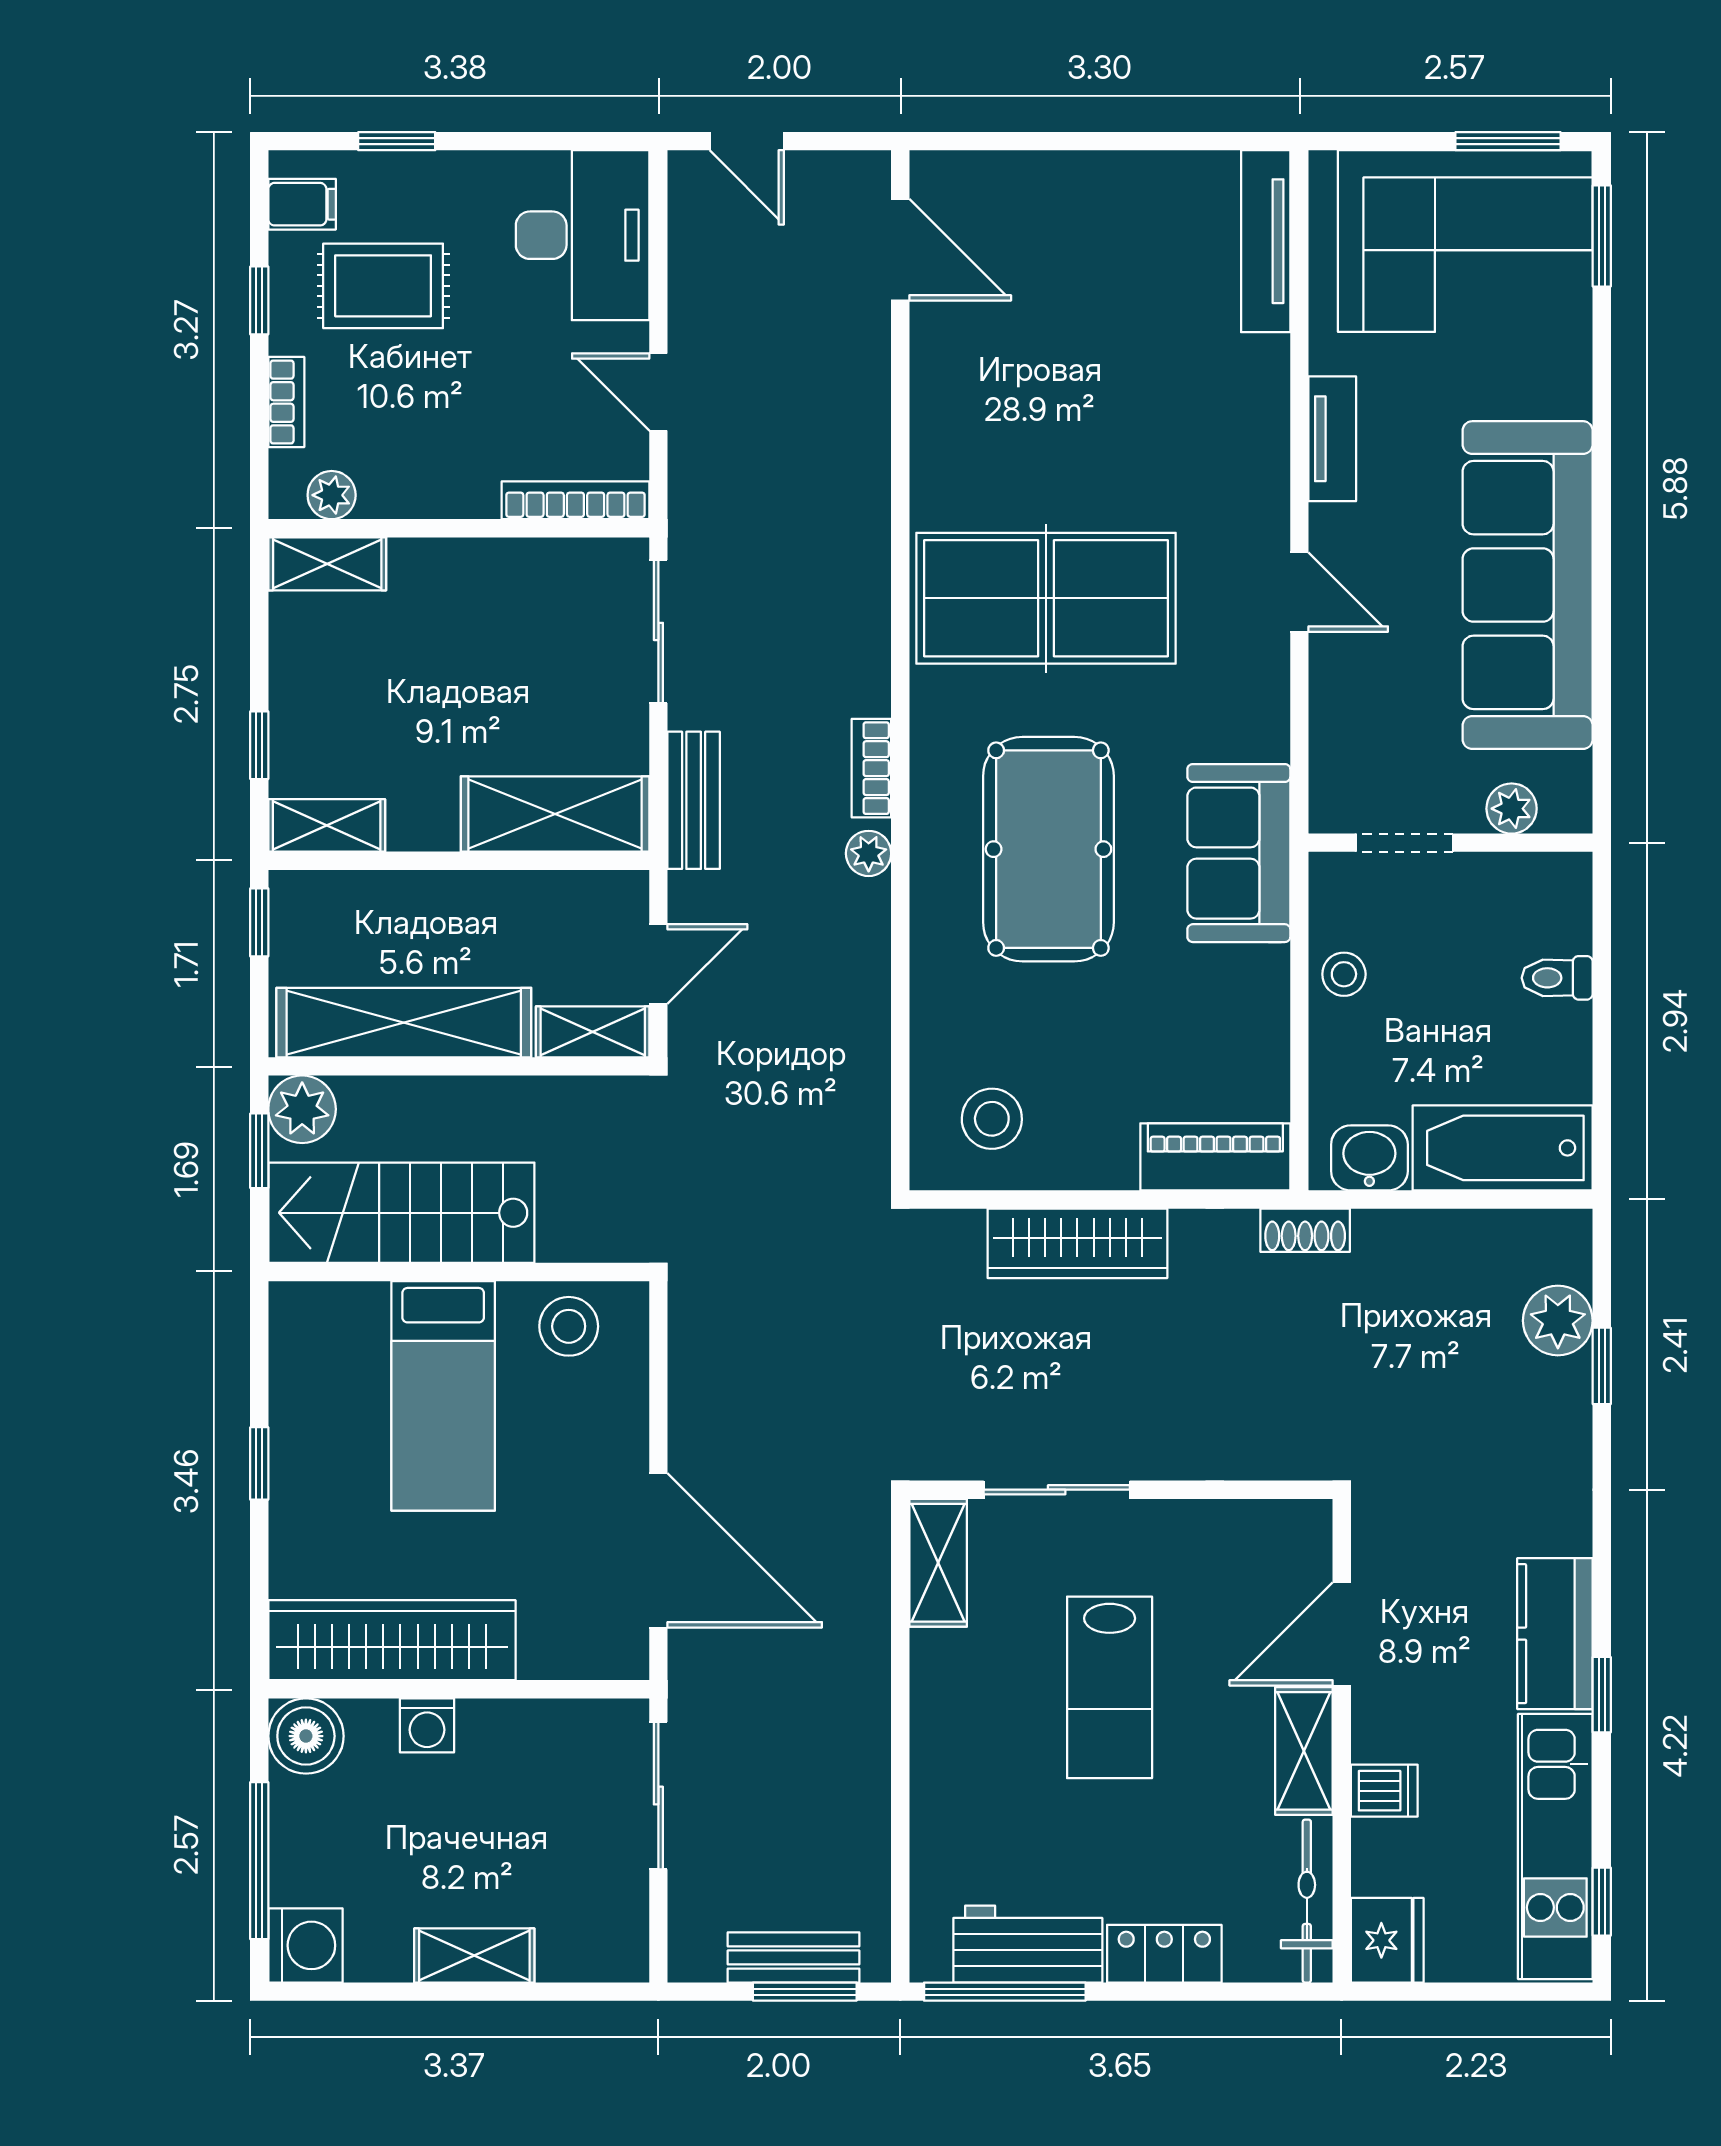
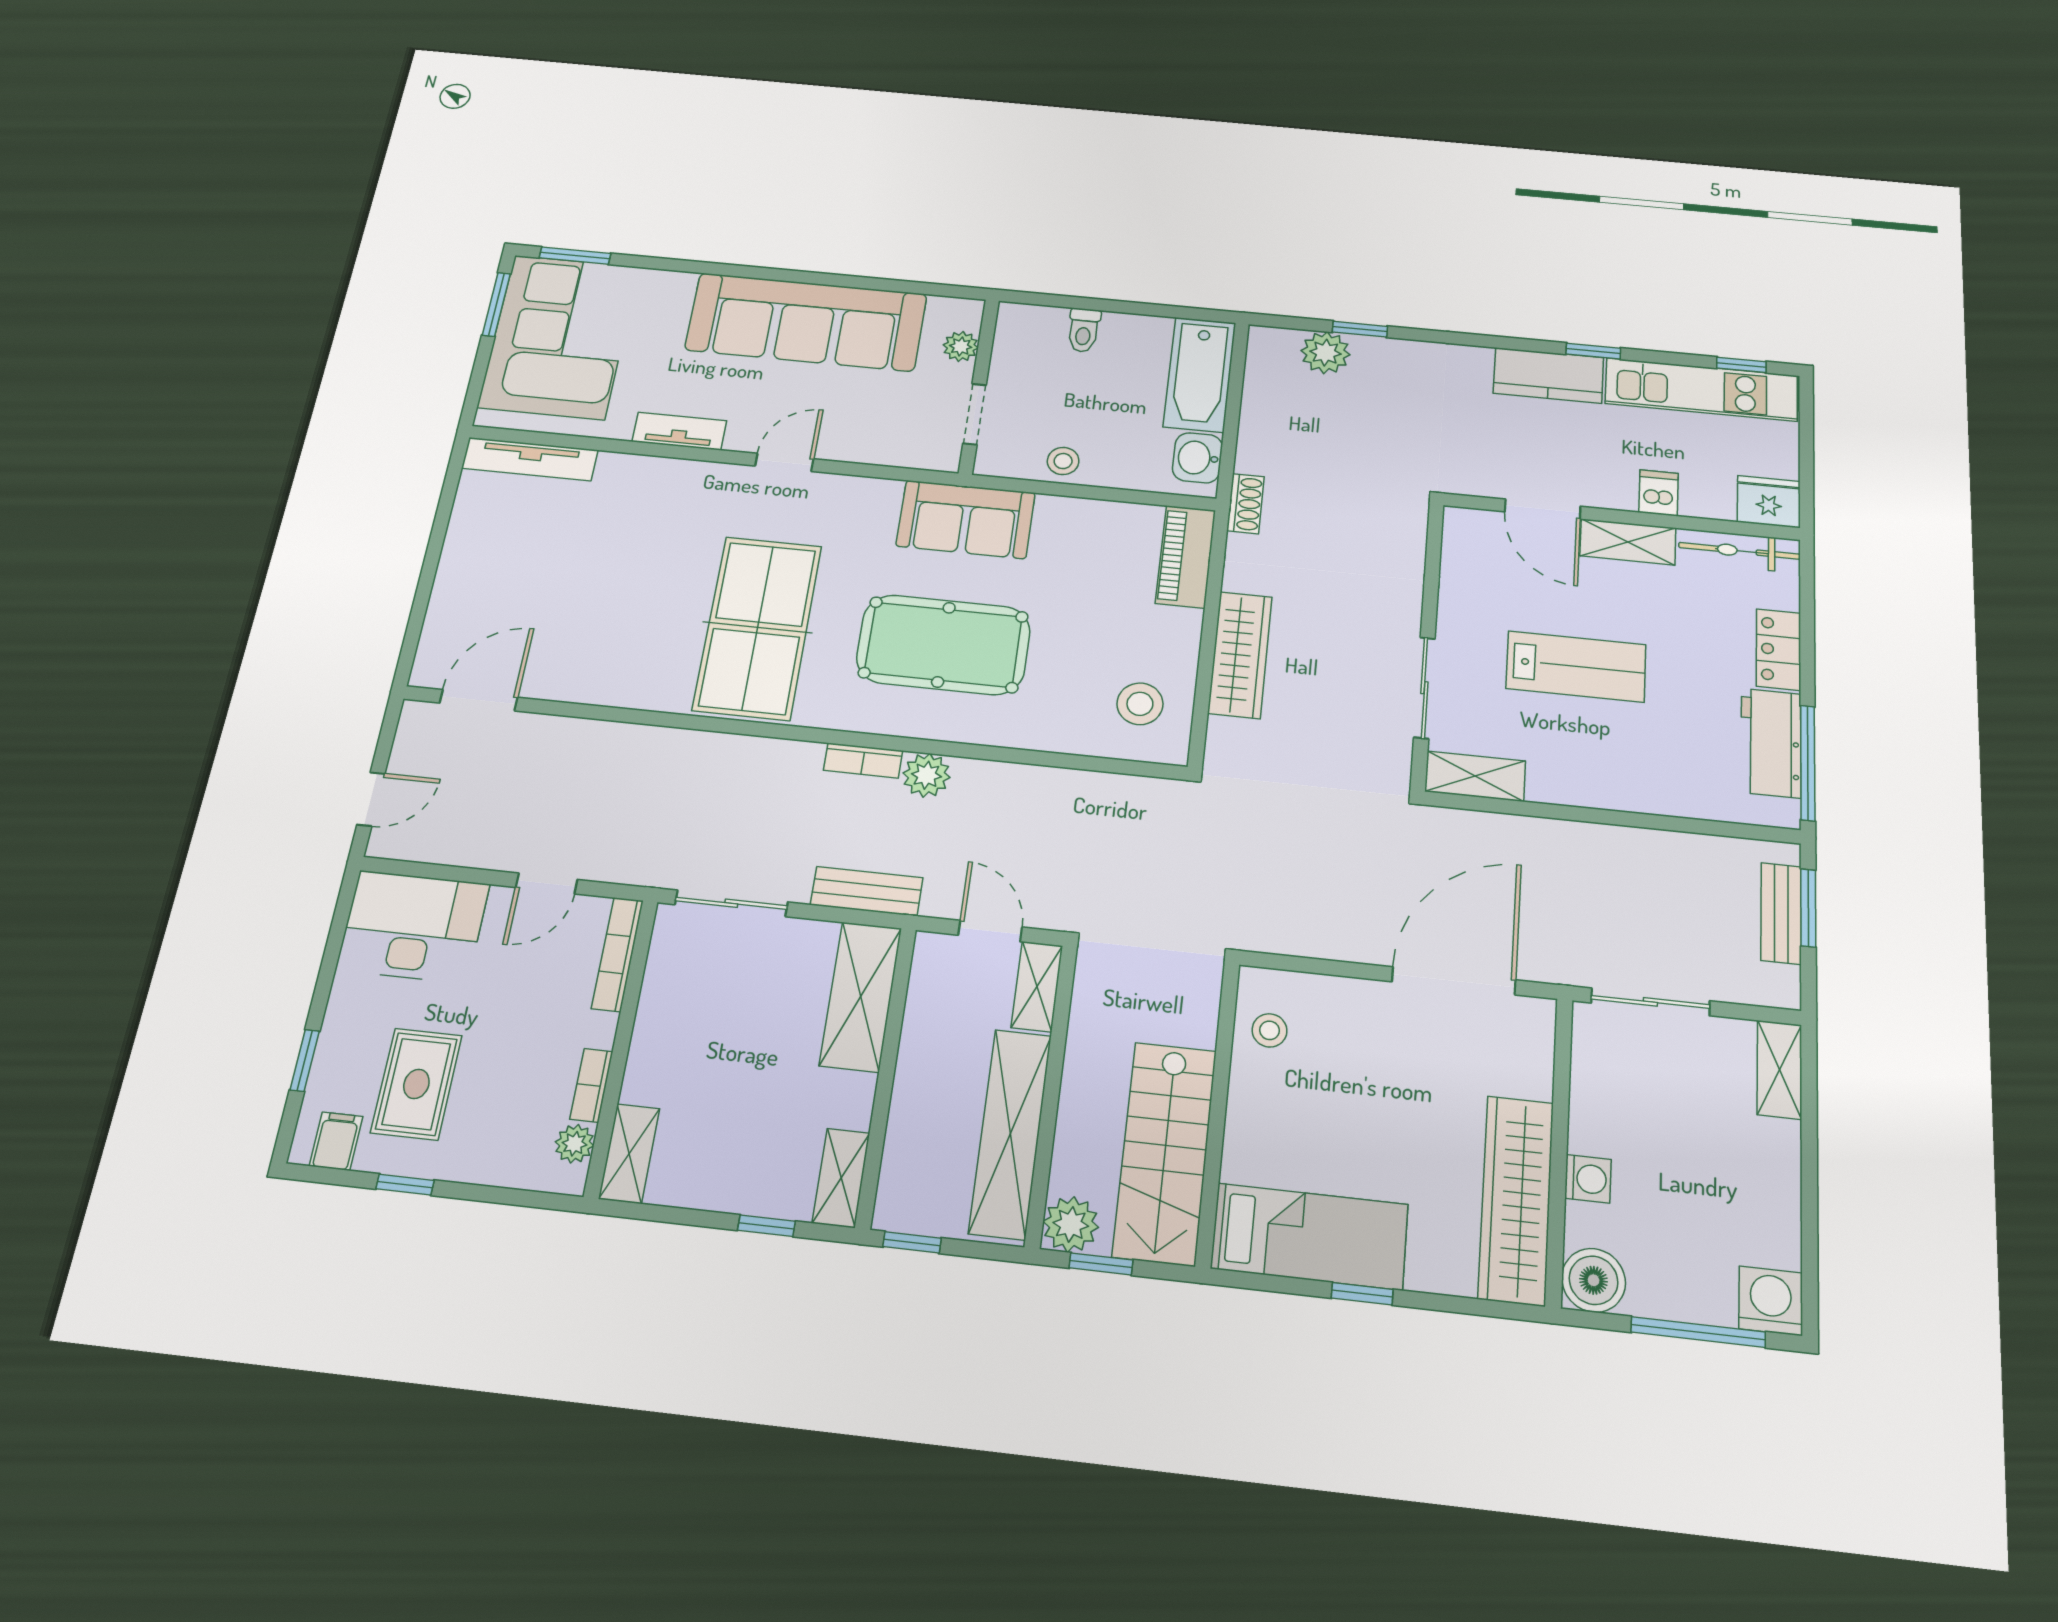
bookcase: (286, 402) -> (591, 1085), moved, turned -90
plant: (869, 853) -> (926, 775), width x1.38, depth x1.38
stool: (569, 1326) -> (1269, 1030), width x0.73, depth x0.73
bed: (443, 1396) -> (1310, 1236), moved
shelving: (474, 1956) -> (1779, 1070), moved

